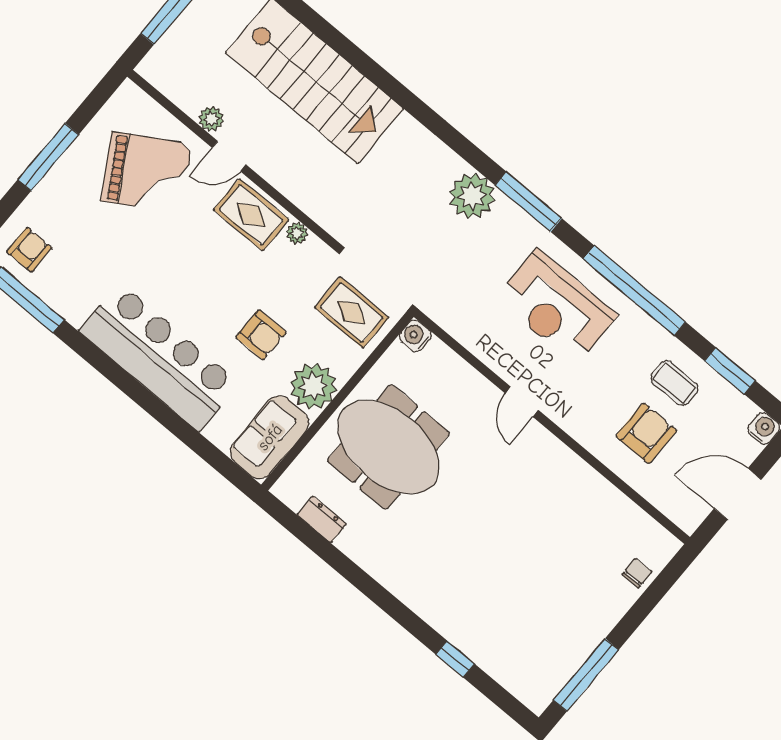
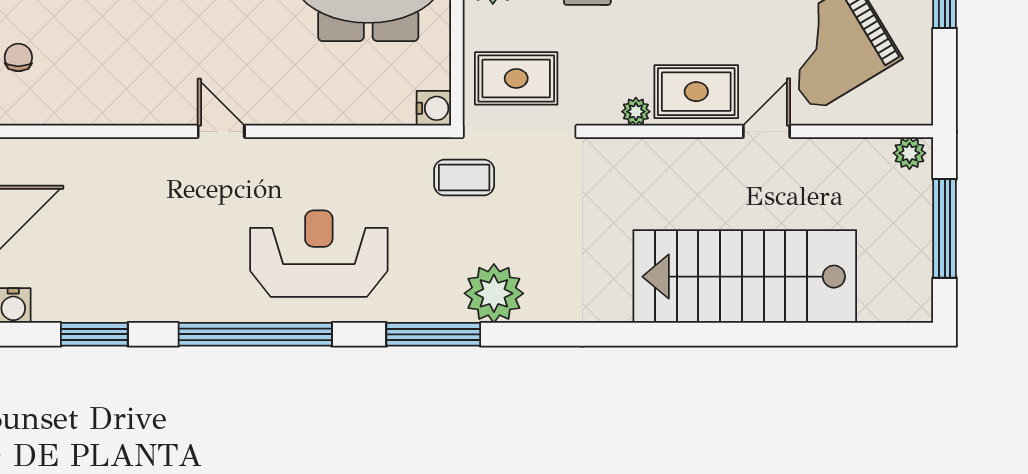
plant: (211, 119) -> (909, 153), moved
coffee table: (674, 383) -> (464, 177), moved
door: (522, 402) -> (221, 131), moved
armchair: (646, 433) -> (125, 203), removed
chair: (637, 573) -> (18, 57), turned 180

